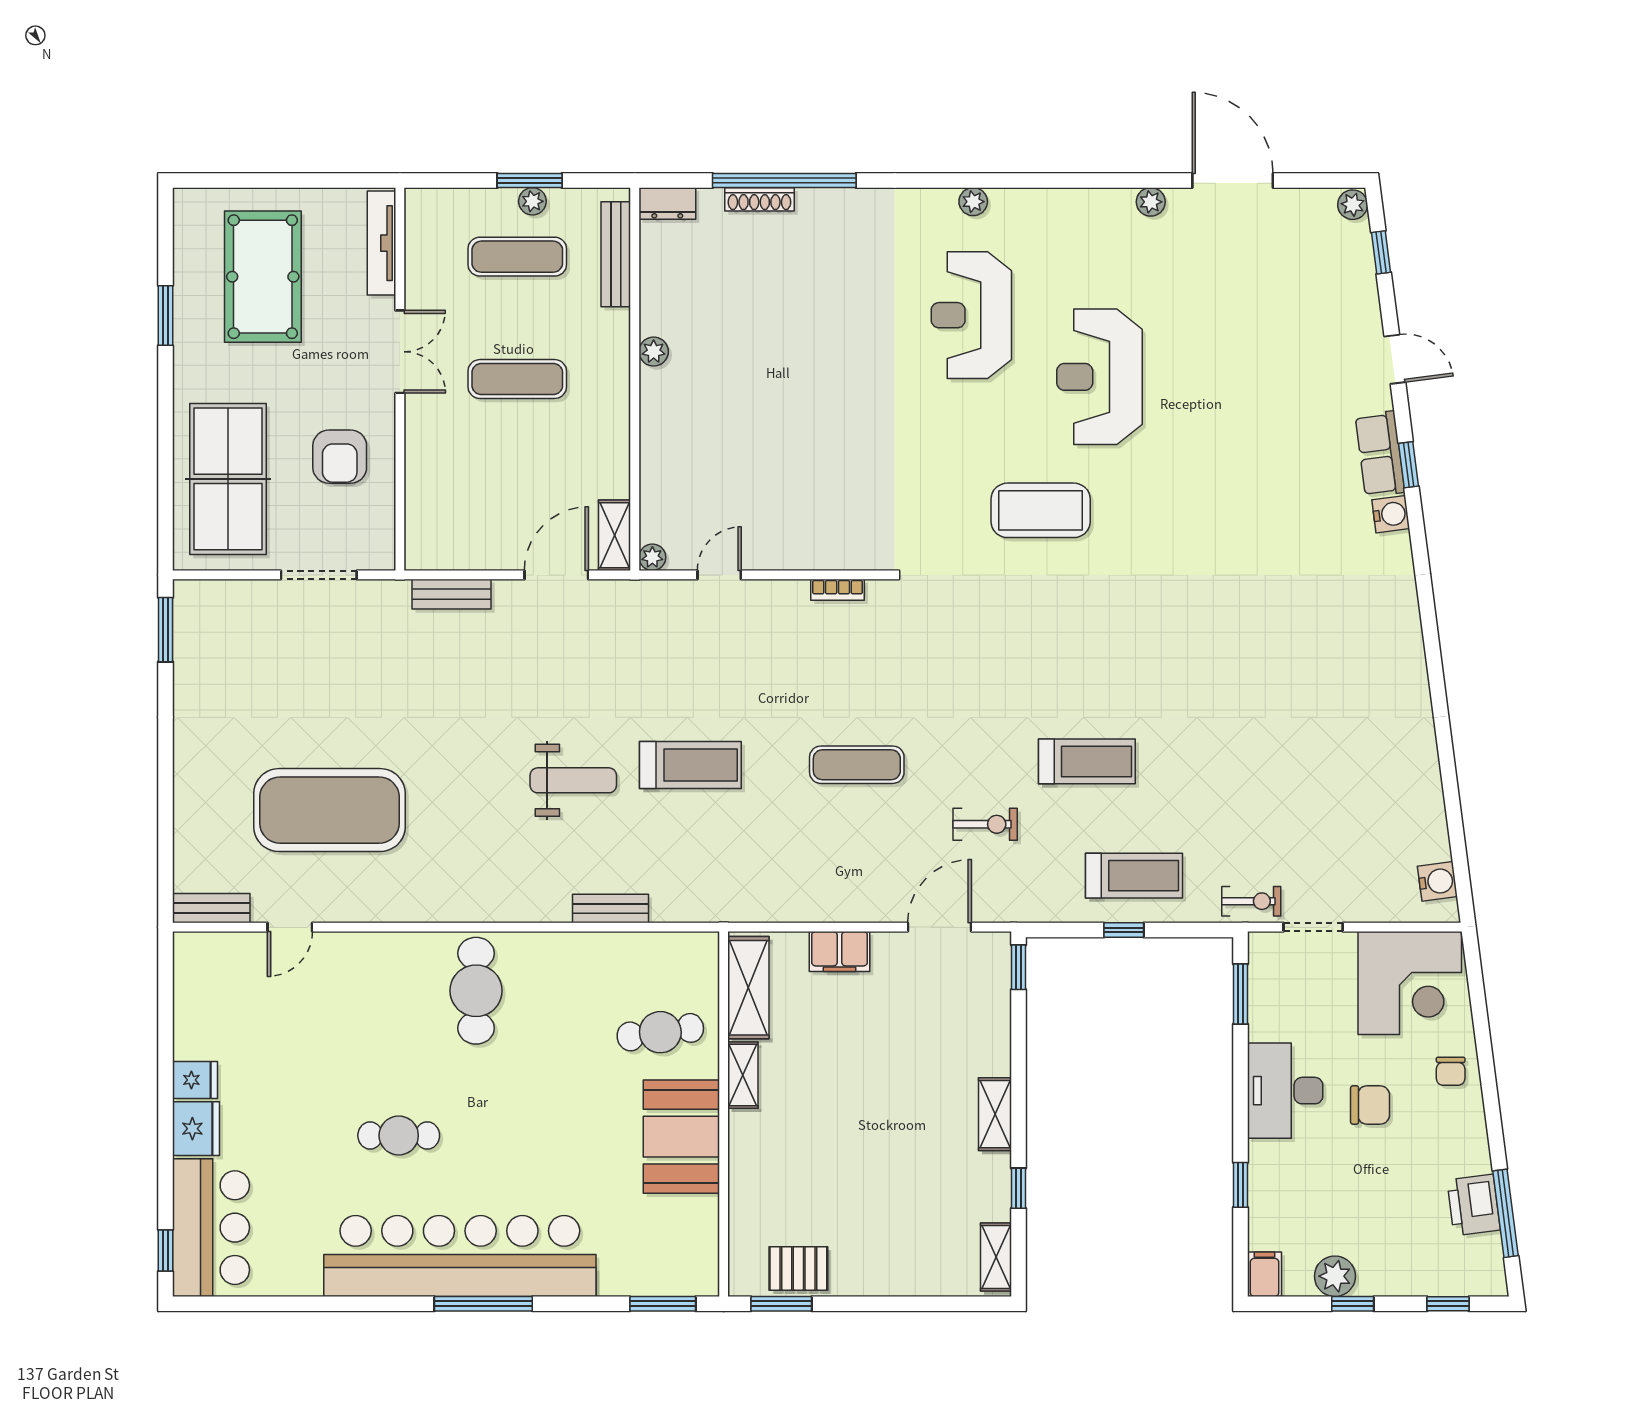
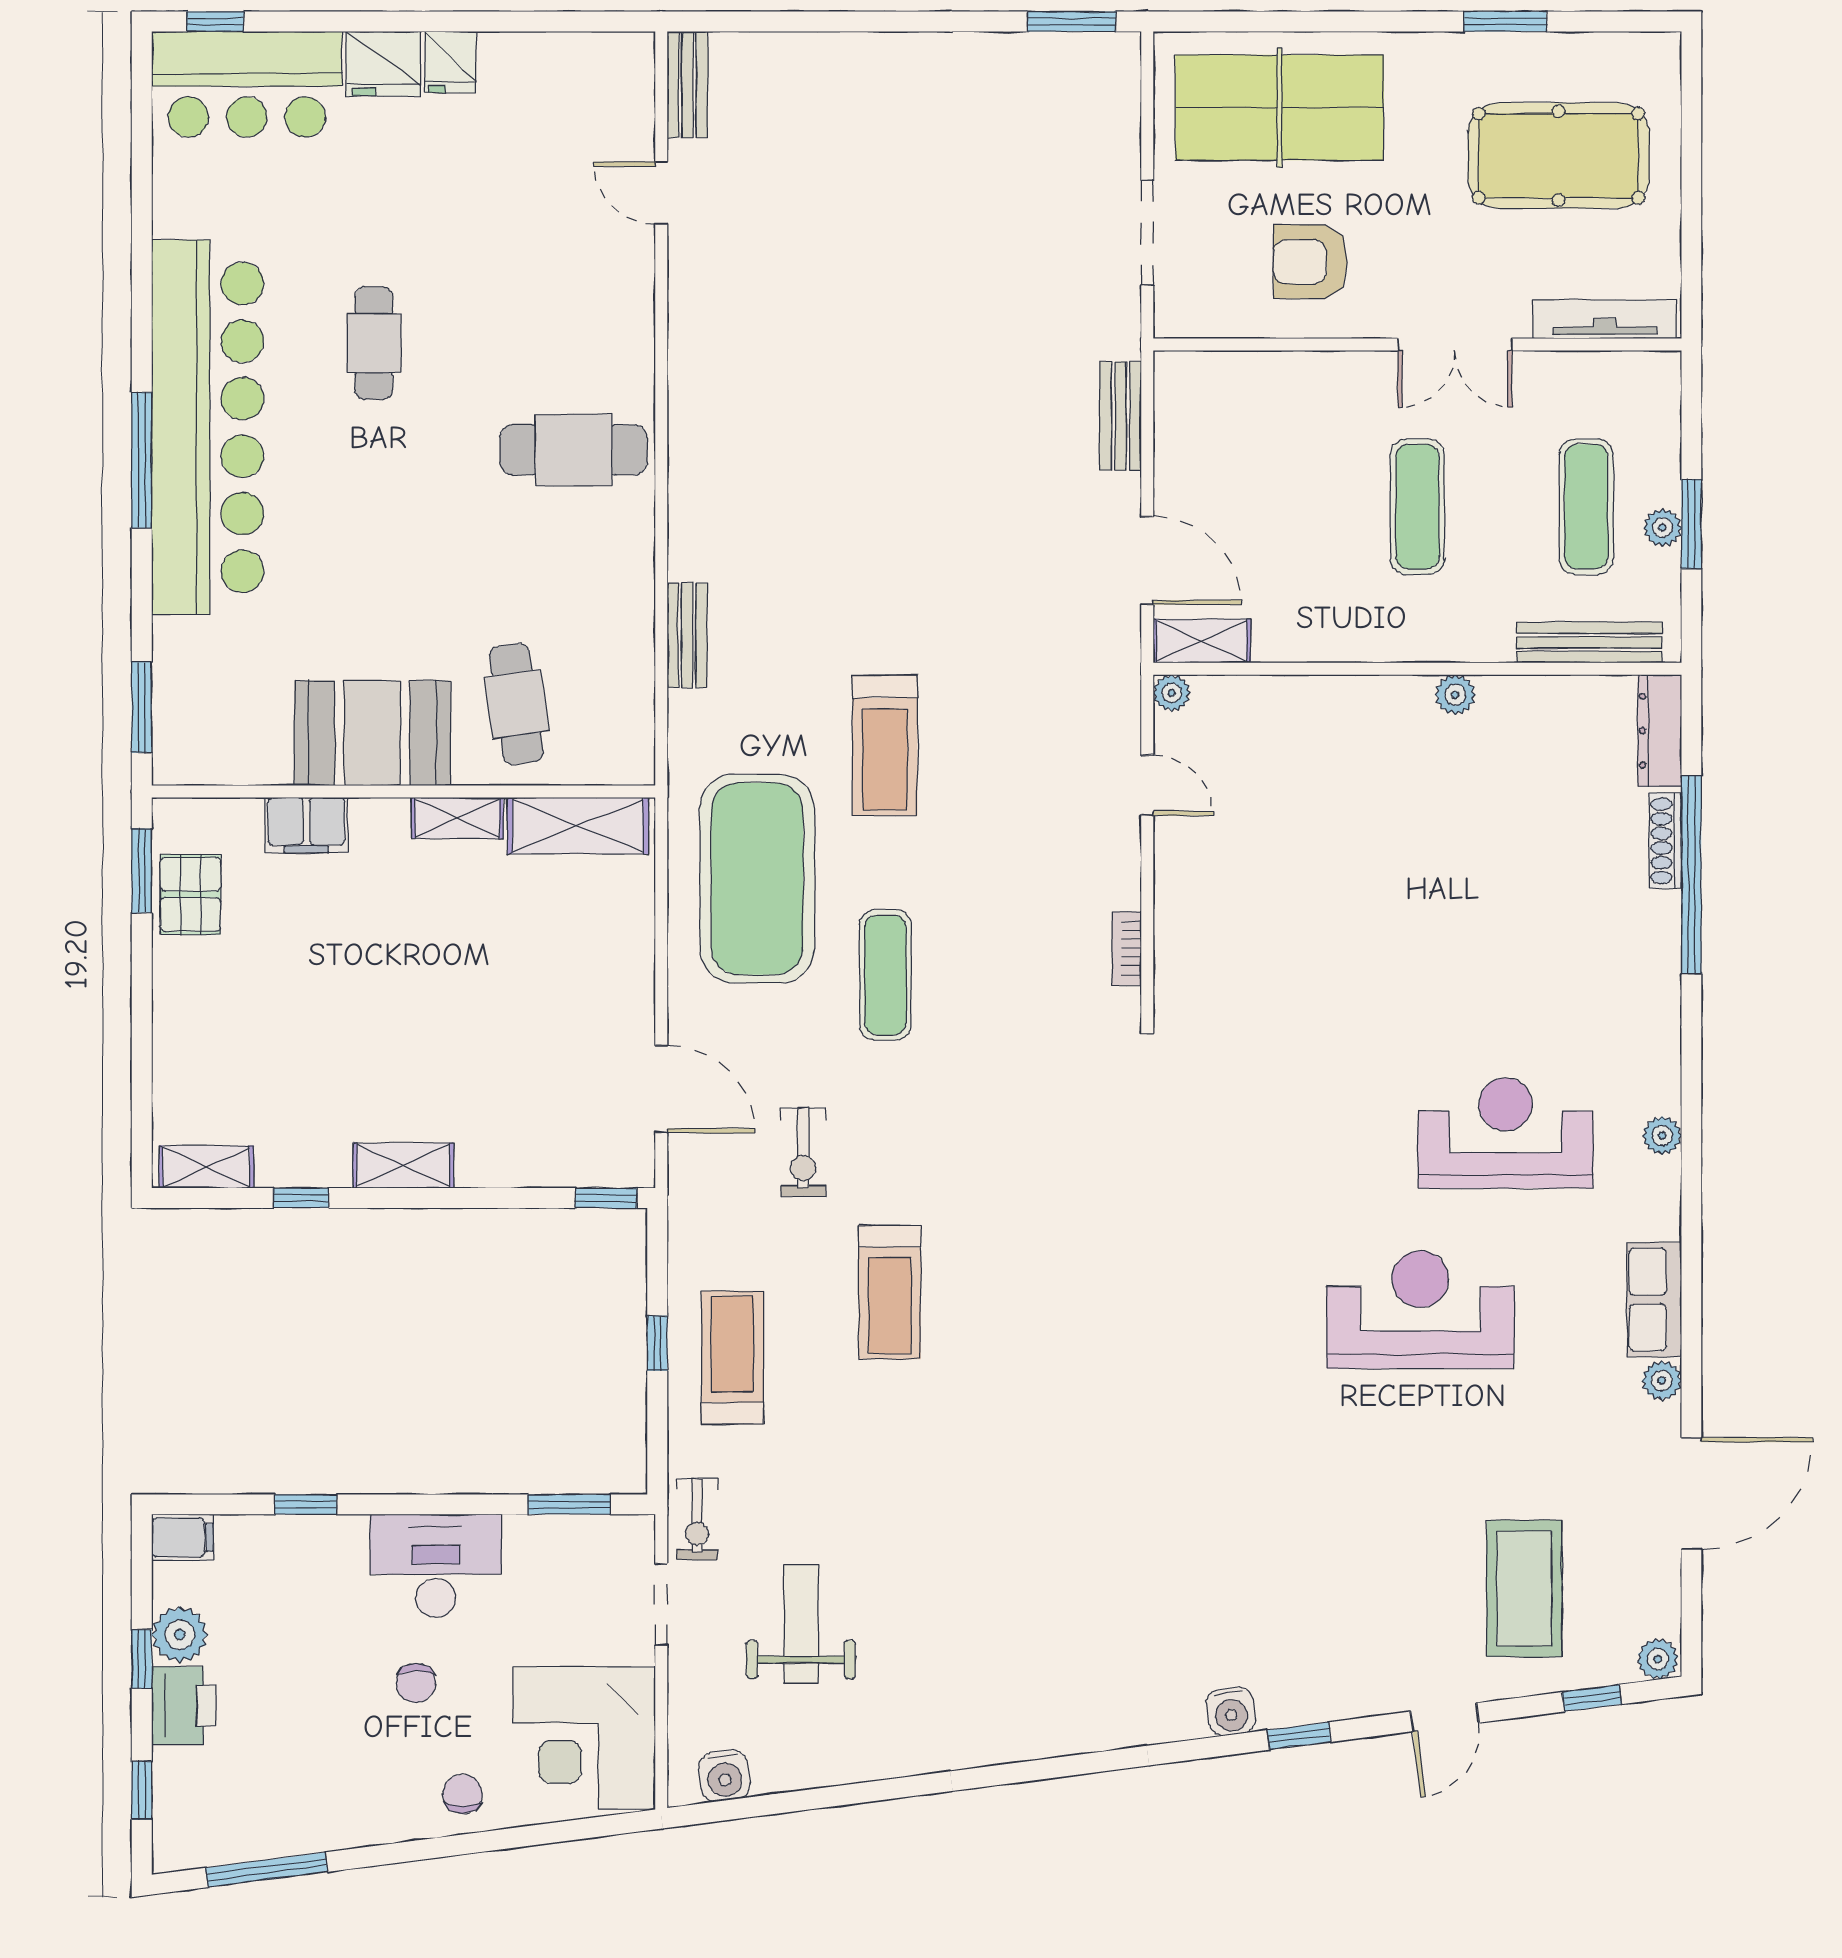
dresser: (667, 203) -> (1660, 731), width x1.44
row of seats: (1380, 454) -> (1654, 1300), moved, turned -83
coffee table: (1041, 510) -> (1524, 1588), moved
weight bench: (573, 780) -> (801, 1624), moved, turned 180
exercise mat: (330, 810) -> (757, 879), moved
treadmill: (1134, 876) -> (732, 1357), turned 180
filing cabinet: (840, 952) -> (306, 825), moved, turned -90
chair: (1451, 1071) -> (463, 1794), turned 90
chair: (1370, 1105) -> (416, 1683), width x0.73, depth x0.73
printer: (1474, 1205) -> (184, 1706), moved, turned 97

